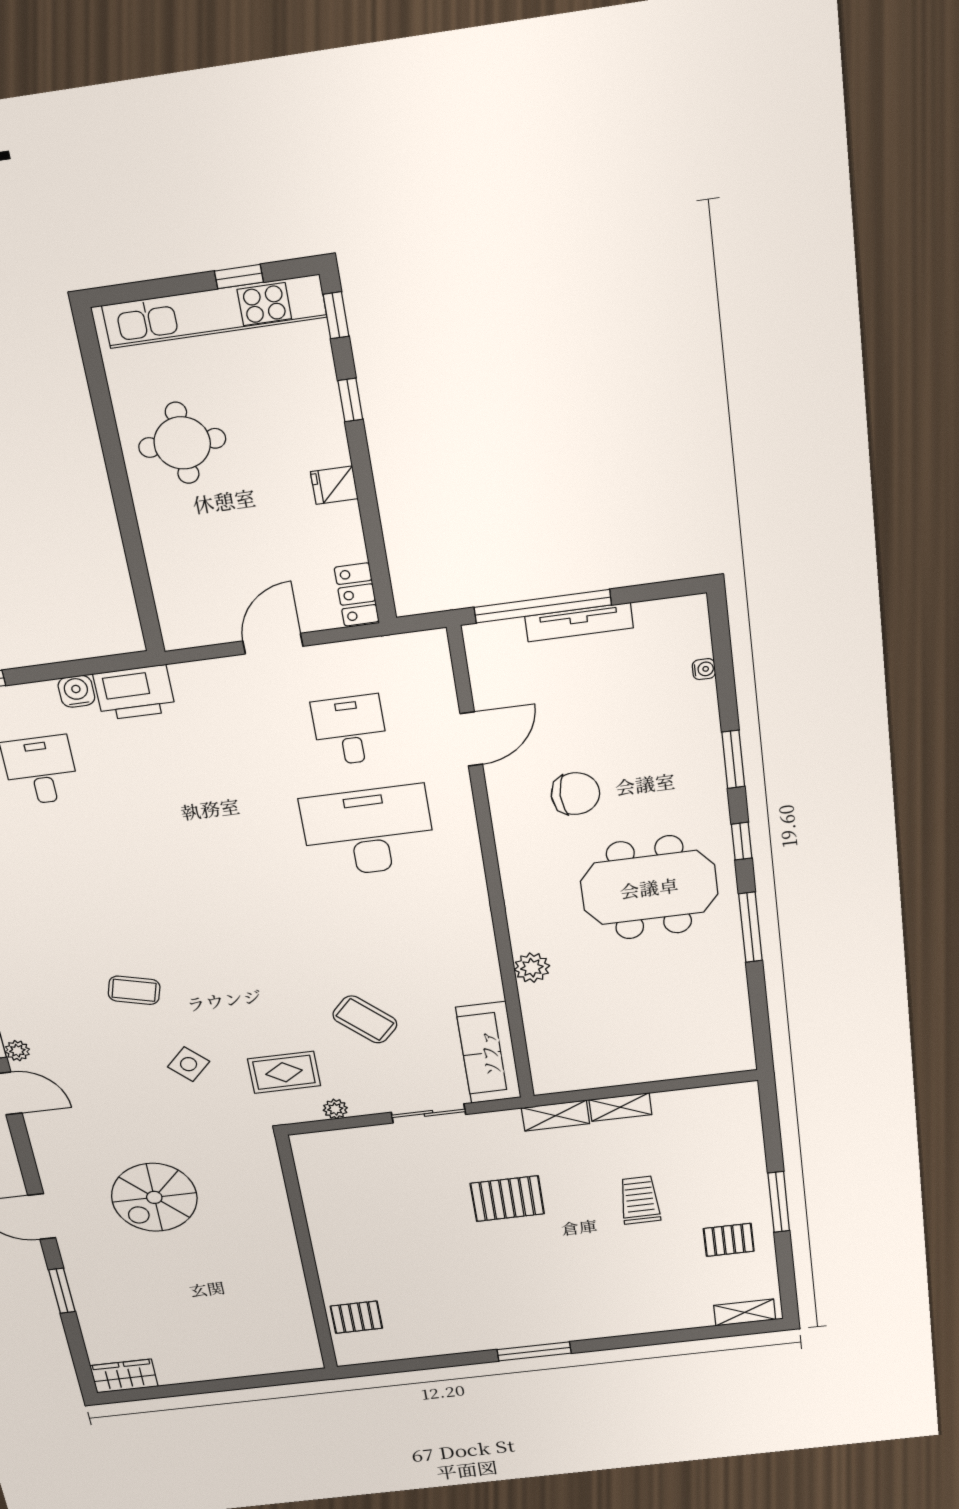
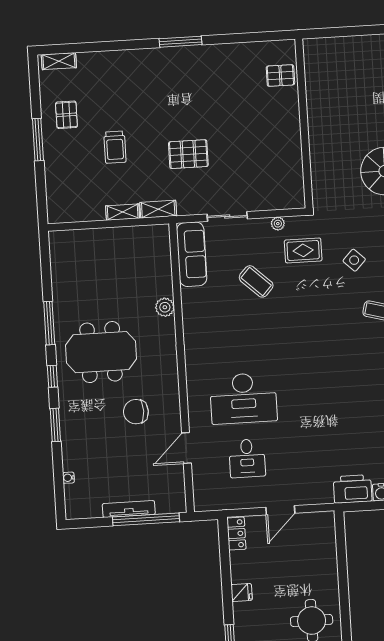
pallet: (729, 1240) -> (66, 115), turned 90

